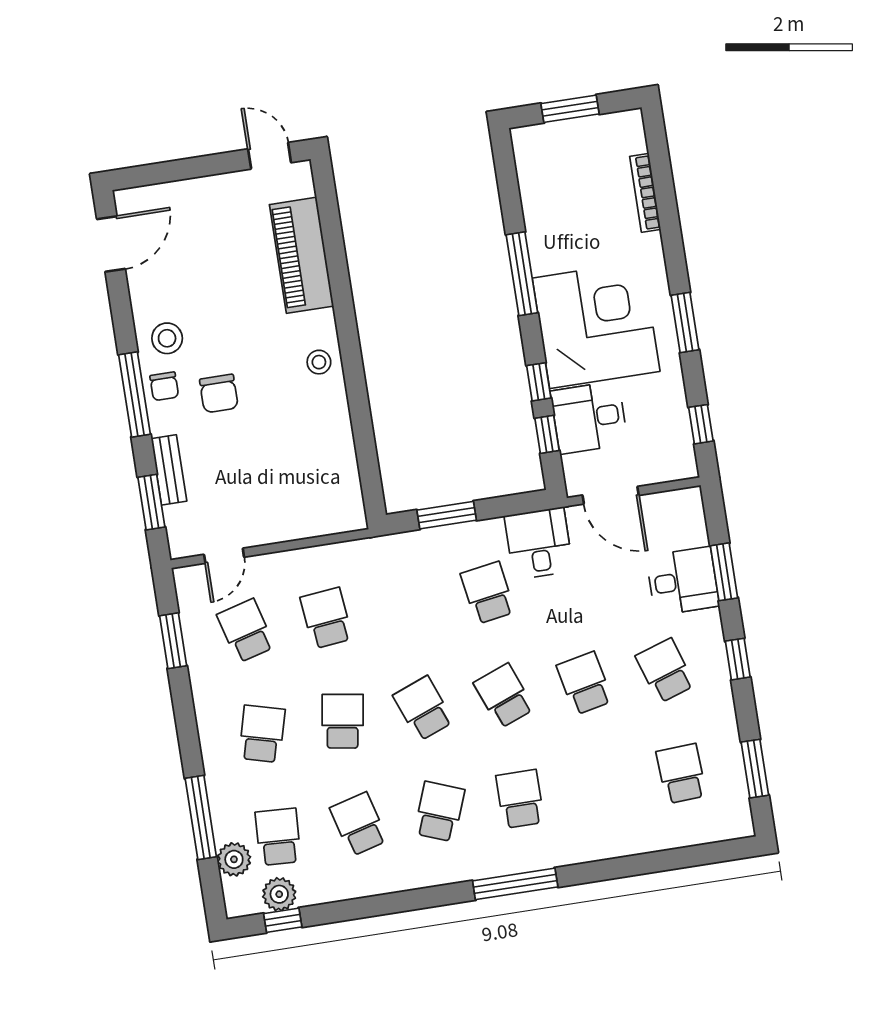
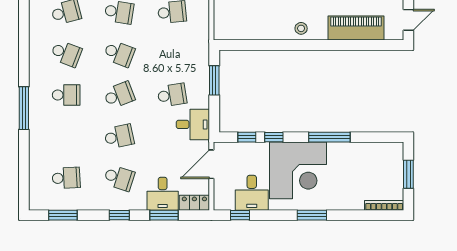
bookcase: (645, 193) -> (384, 205), moved
window: (685, 322) -> (312, 215), moved
desk: (589, 418) -> (252, 193), moved, turned 180
locker: (691, 517) -> (194, 203), added
school desk: (665, 671) -> (119, 178), turned 36
school desk: (423, 709) -> (119, 54), turned 42
window: (515, 884) -> (24, 108), moved

